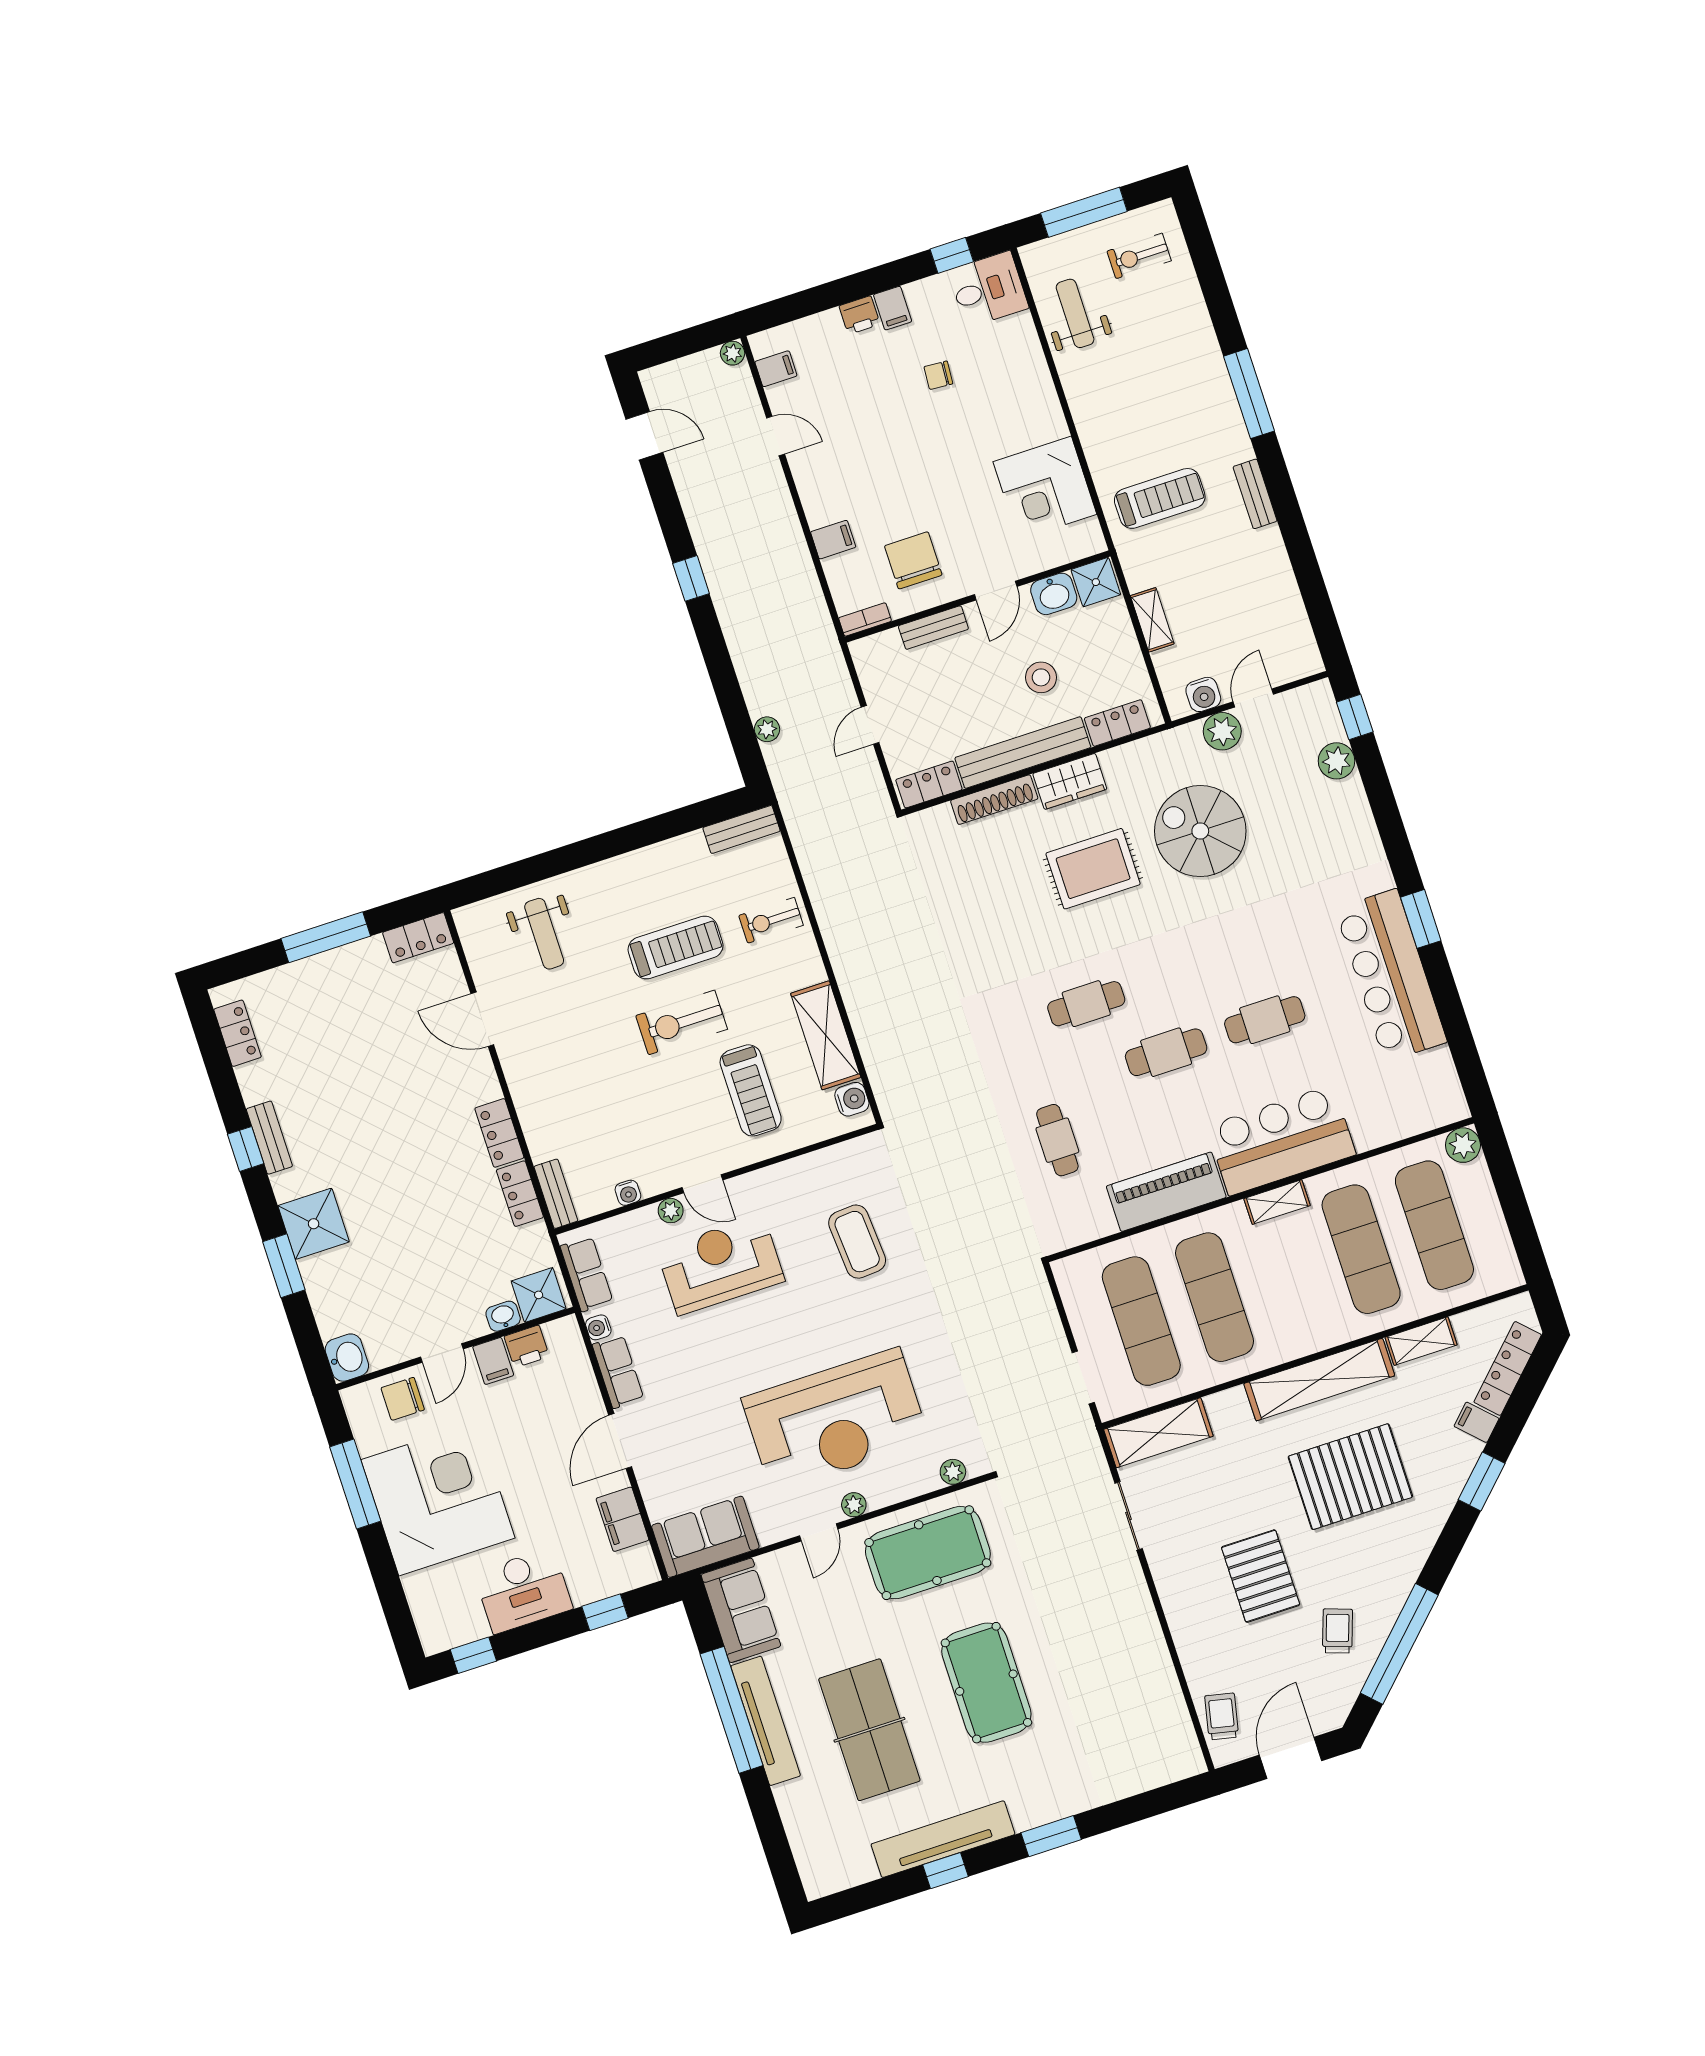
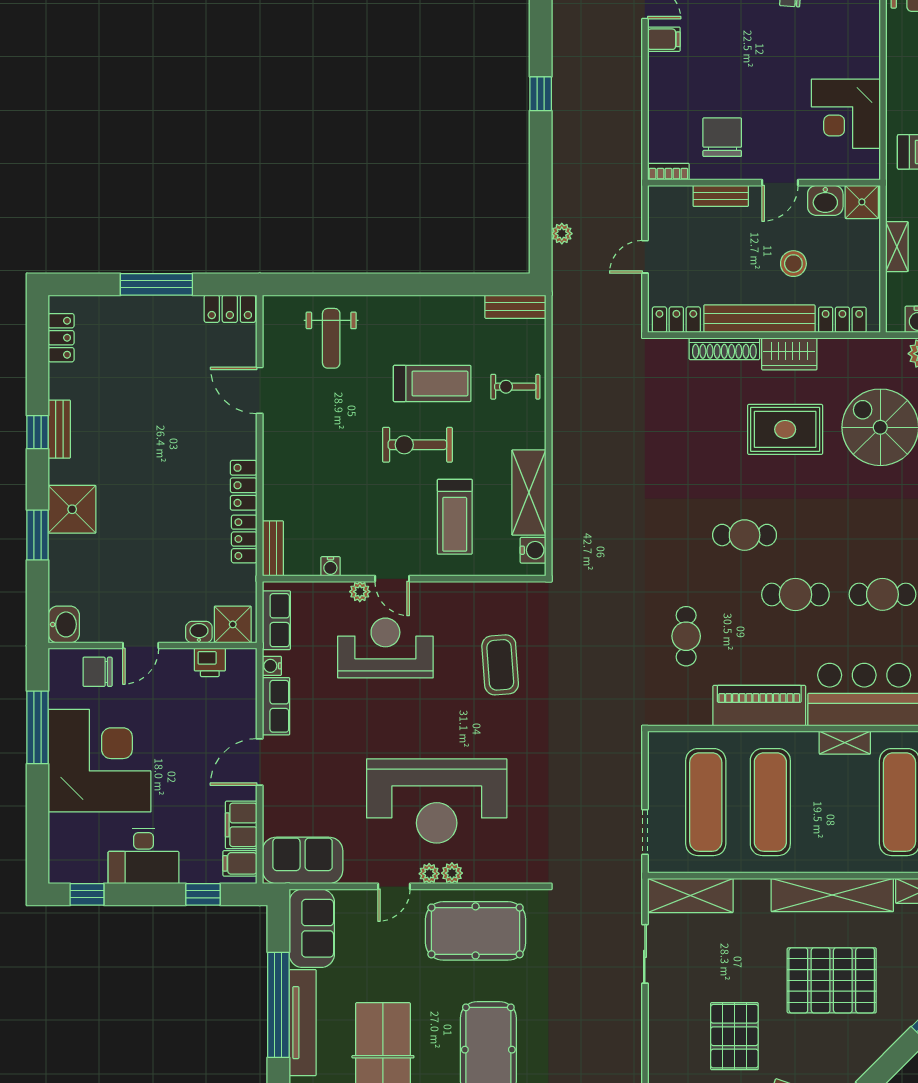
filing cabinet: (833, 540) -> (664, 39), moved
filing cabinet: (493, 1361) -> (240, 863), moved, turned 90
plant: (953, 1472) -> (452, 873), moved

